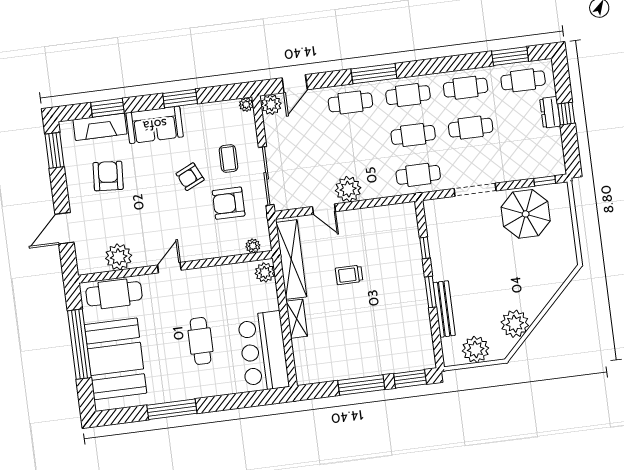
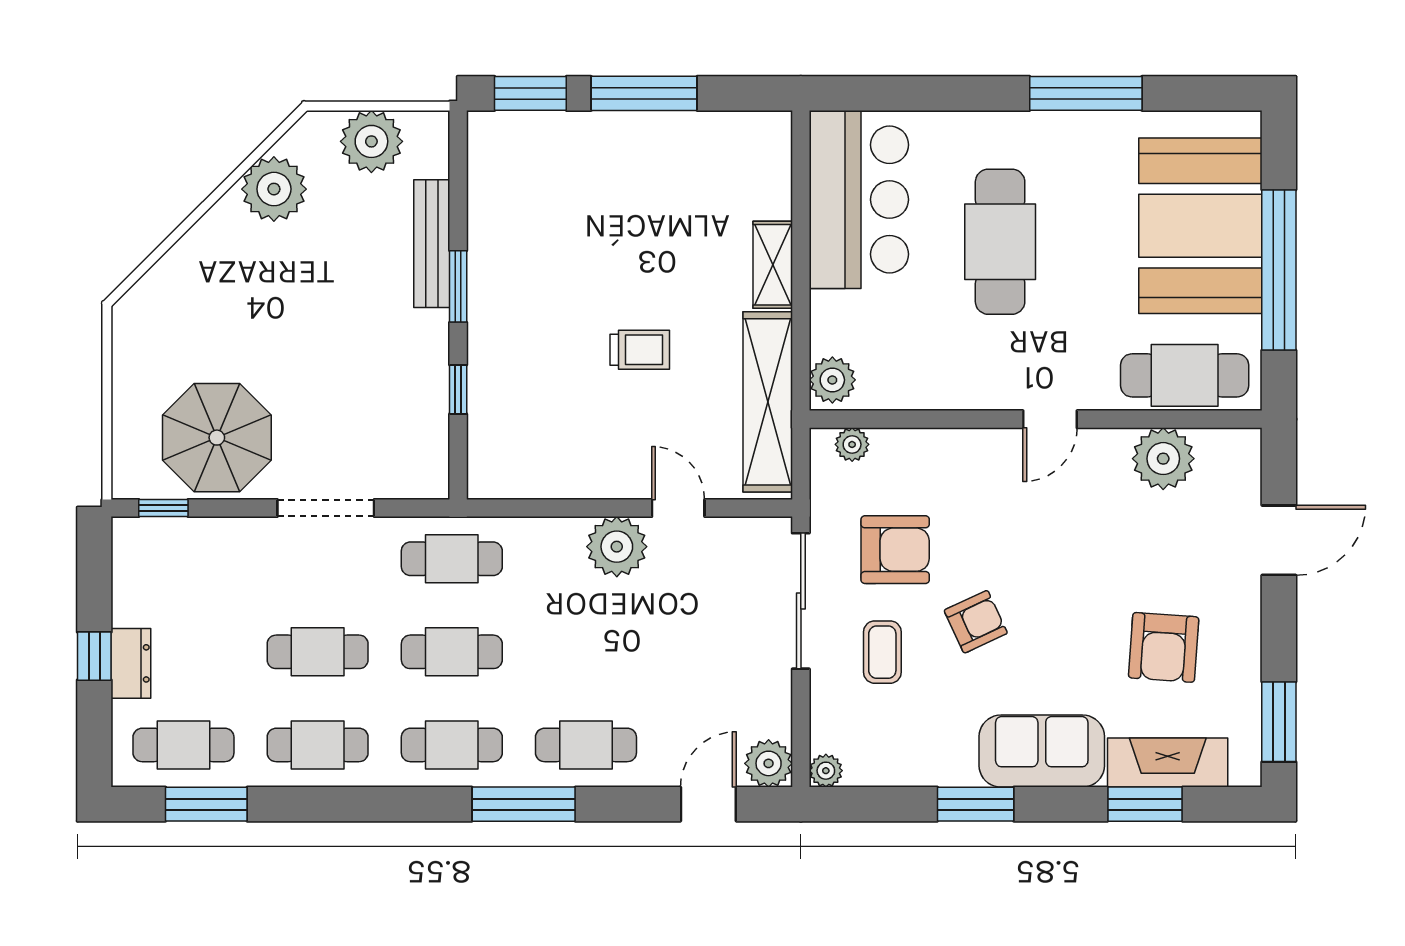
cafe table: (200, 341) -> (1000, 242), width x1.37, depth x1.35

